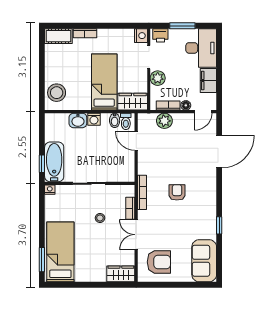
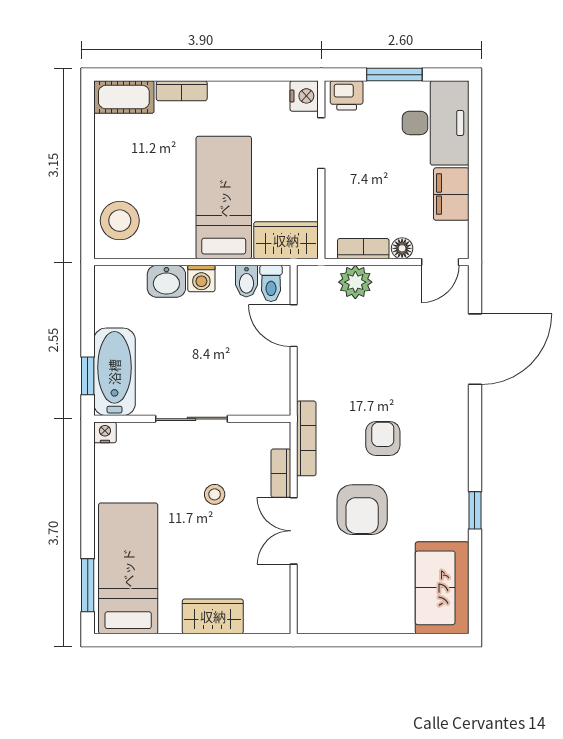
plant: (158, 78) -> (341, 189), removed
armchair: (159, 262) -> (362, 510), moved, turned 90
wardrobe: (121, 274) -> (213, 616), moved

